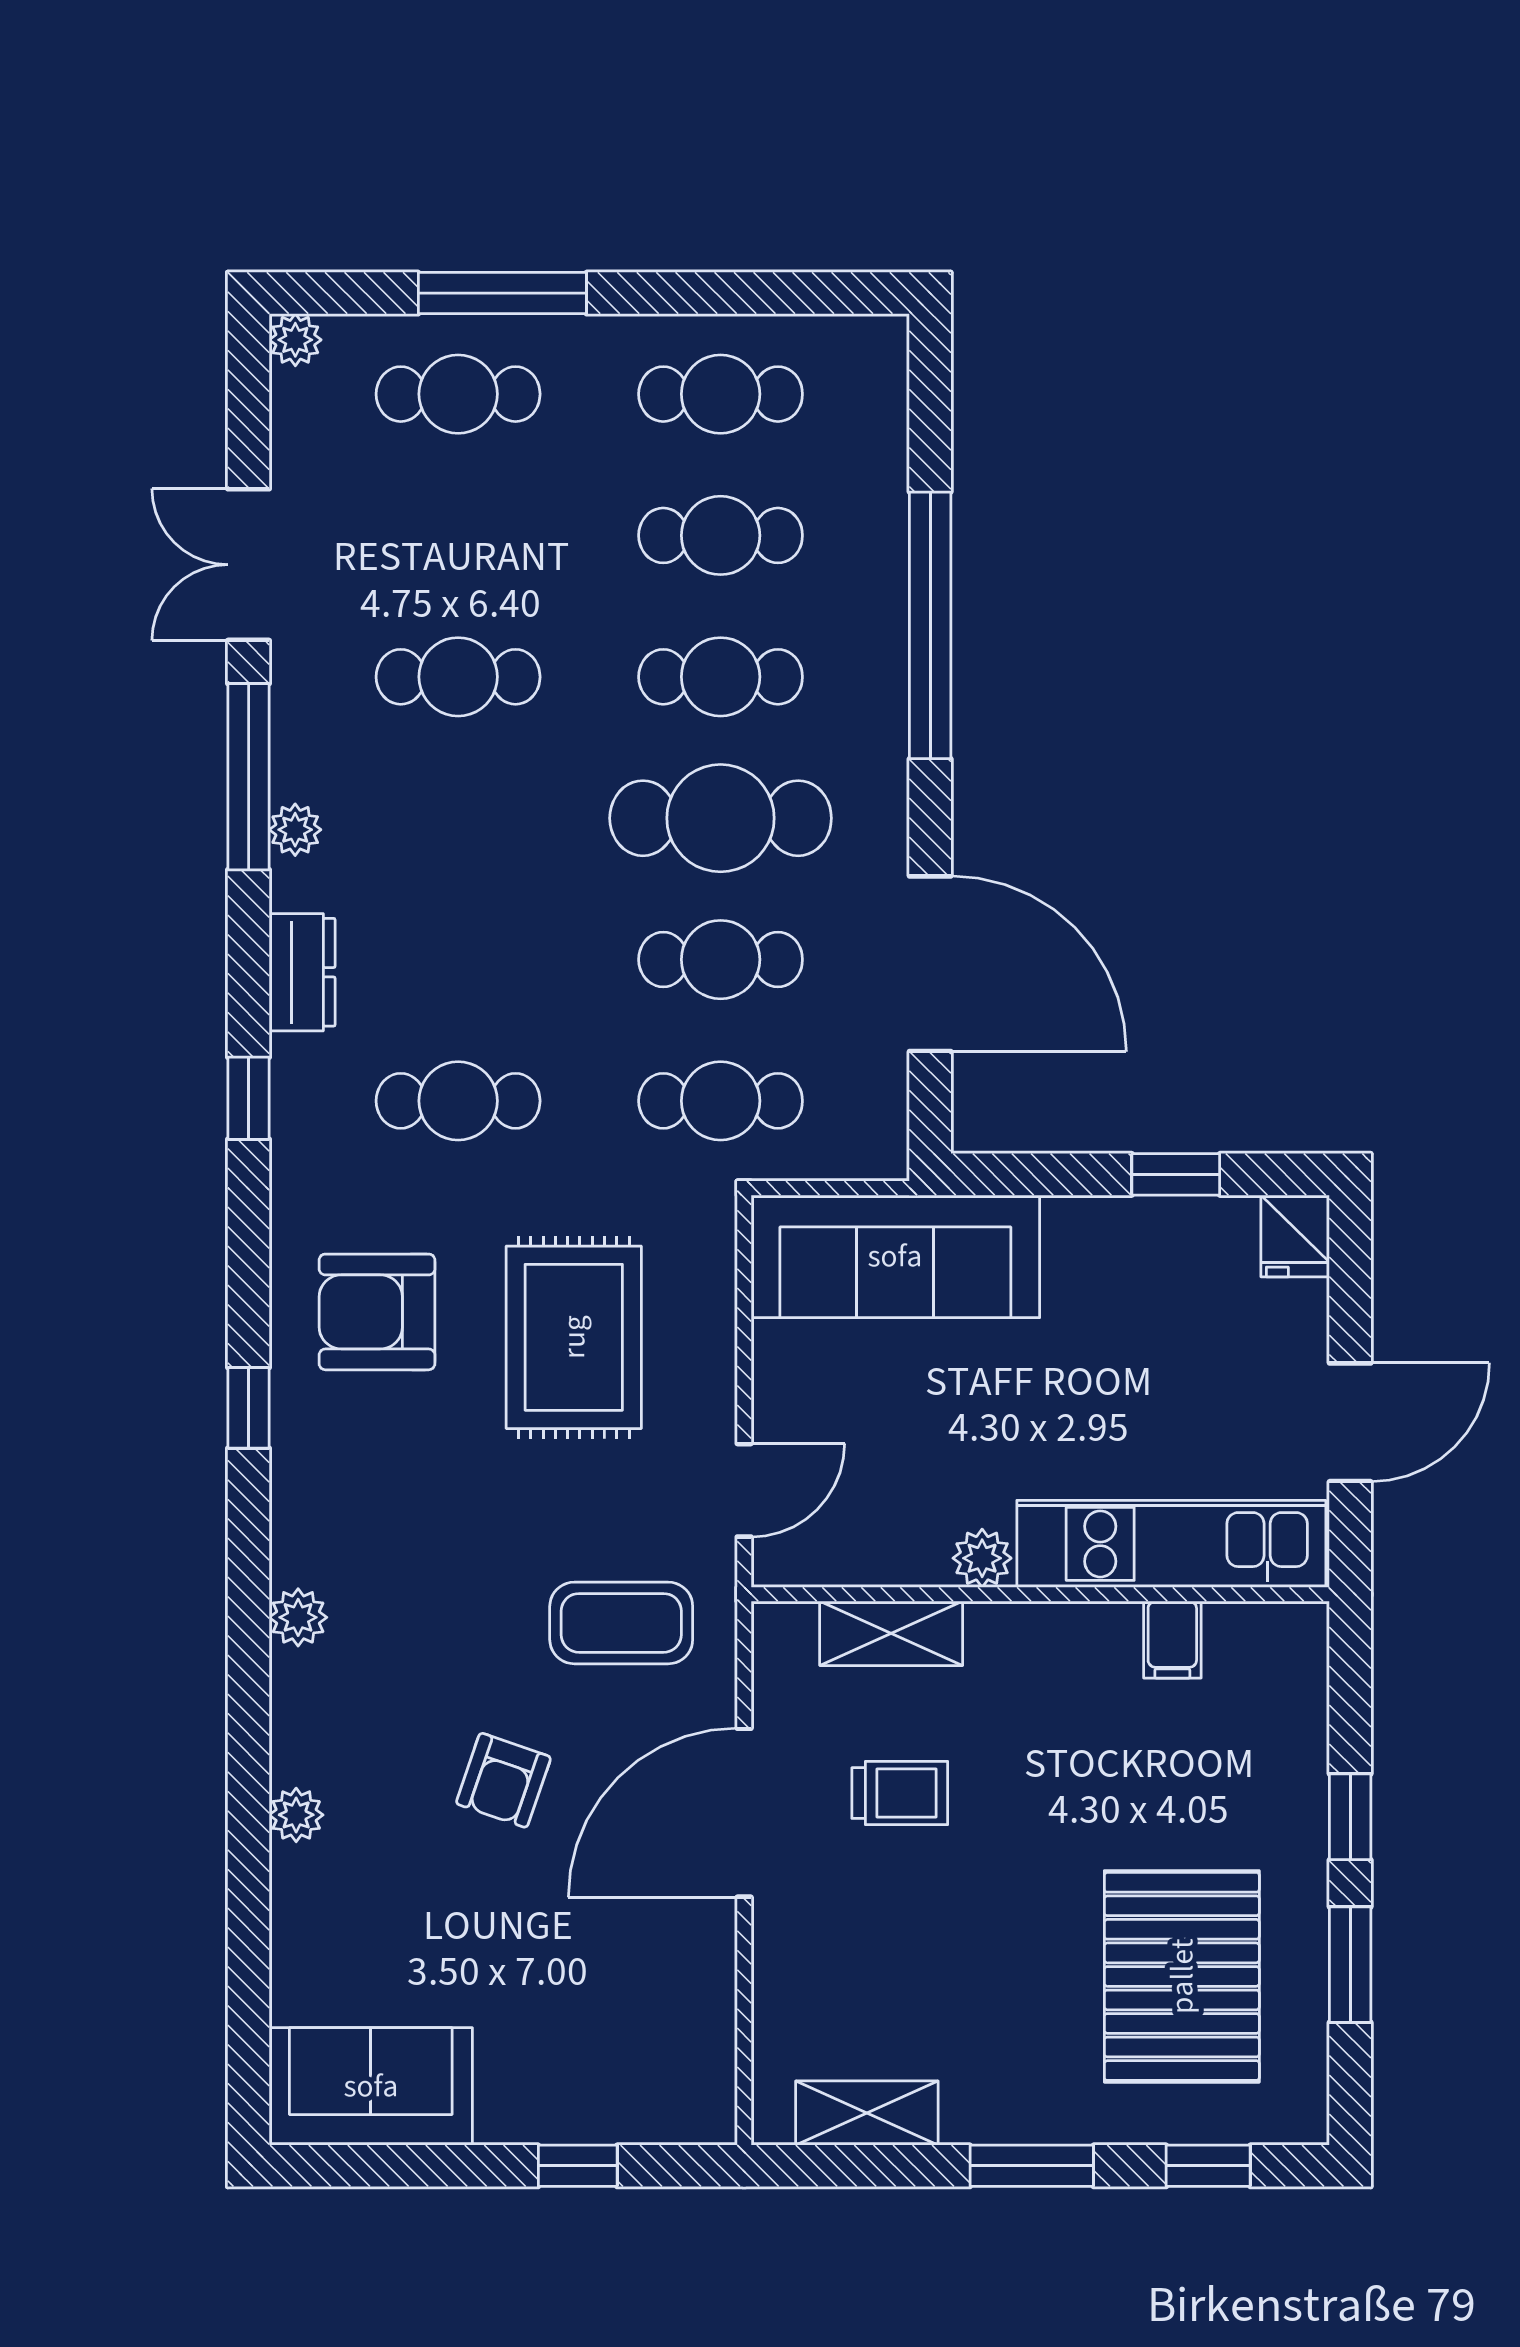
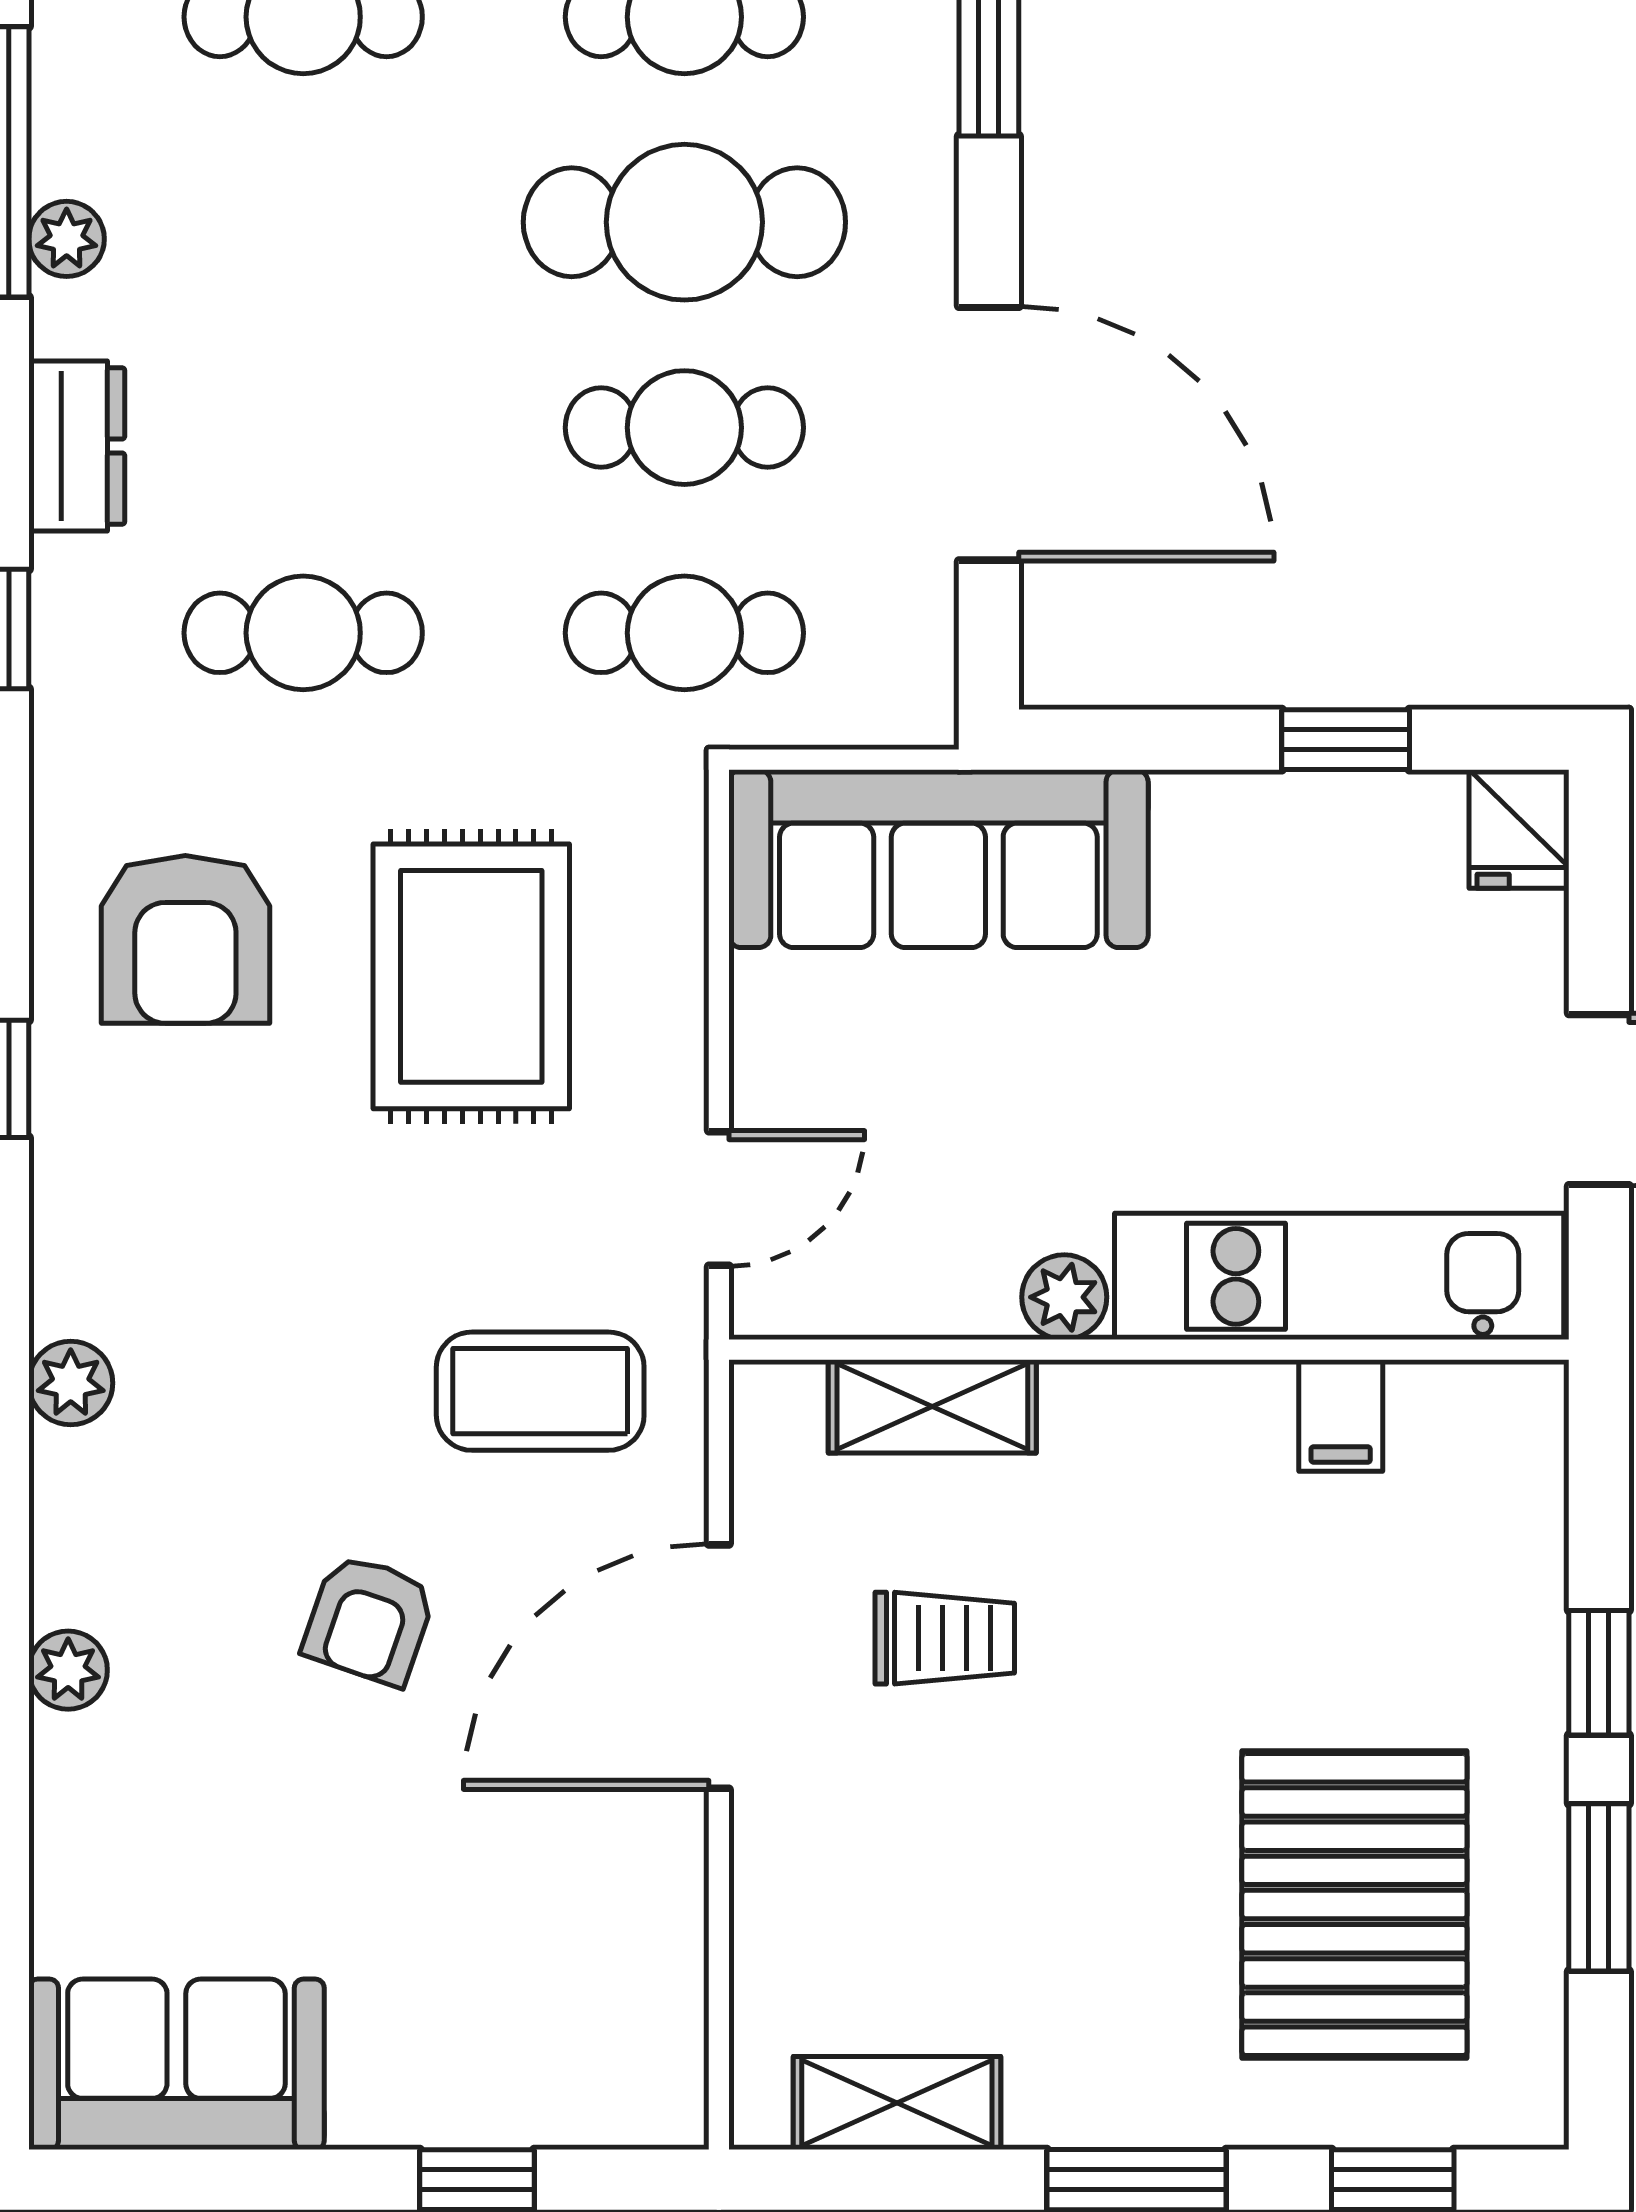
armchair: (377, 1312) -> (185, 939), turned -90

